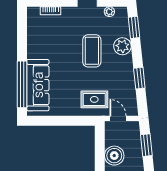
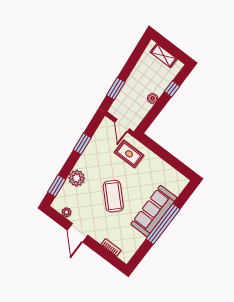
coffee table: (92, 51) -> (113, 196), moved, turned -45
window: (22, 84) -> (163, 224), moved
sofa: (38, 85) -> (154, 211), moved
boiler: (114, 156) -> (153, 98), width x0.54, depth x0.54

